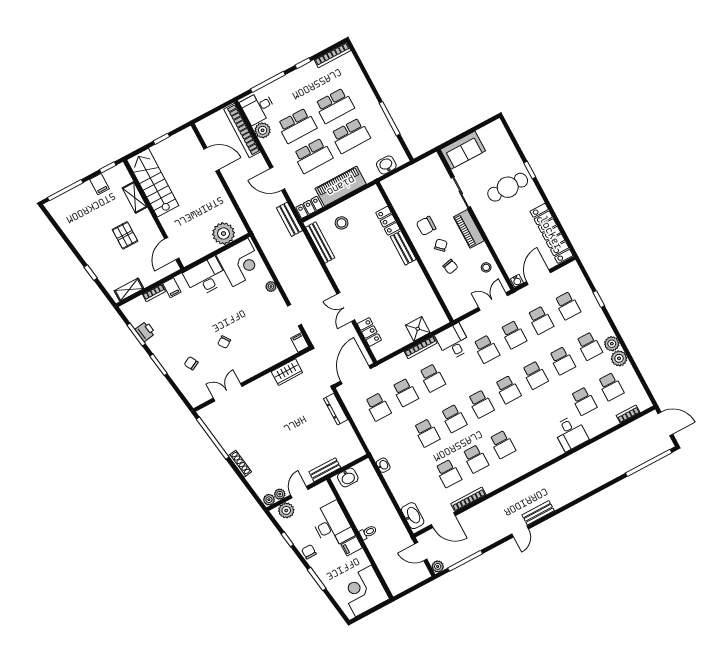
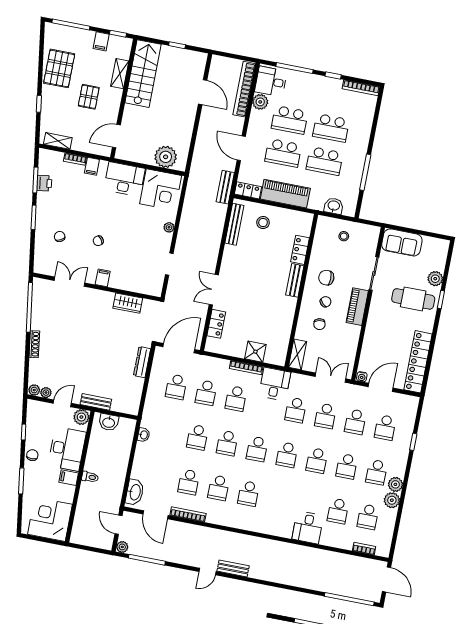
plant: (512, 157) -> (435, 279), added
pallet: (84, 232) -> (59, 68), added
stool: (486, 267) -> (344, 236), moved
shelving: (452, 304) -> (298, 354), added
filing cabinet: (300, 342) -> (103, 278), moved
plant: (286, 510) -> (81, 417), moved

